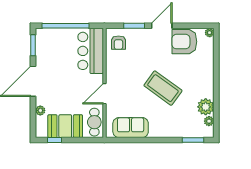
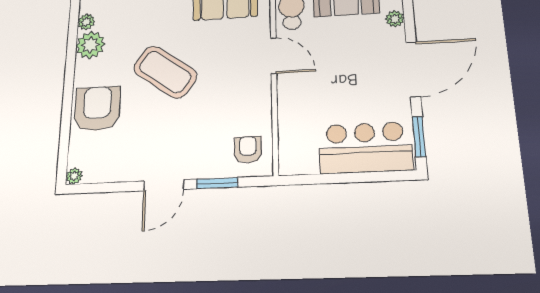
window: (66, 26) -> (355, 178), removed
armchair: (184, 42) -> (97, 109), moved, turned -90
bar counter: (91, 51) -> (365, 148), moved, turned -90
door: (104, 94) -> (274, 56), hinge flipped

